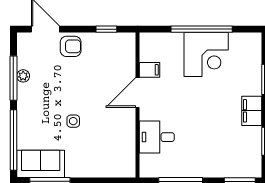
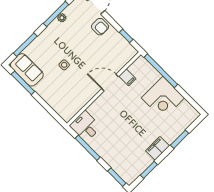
window: (202, 29) -> (161, 71), moved
desk: (157, 137) -> (85, 126), moved
window: (13, 140) -> (25, 45), width x0.68

